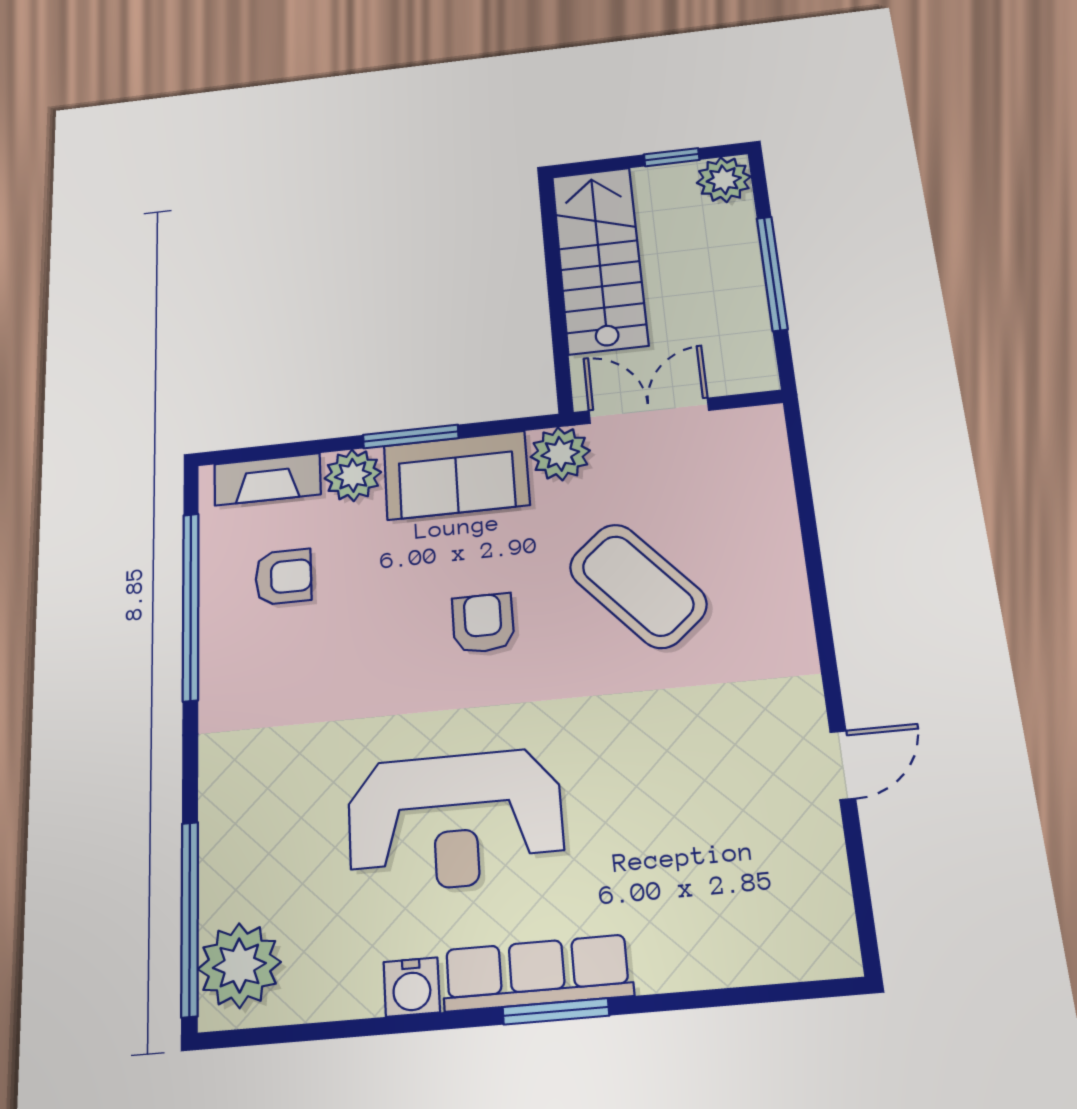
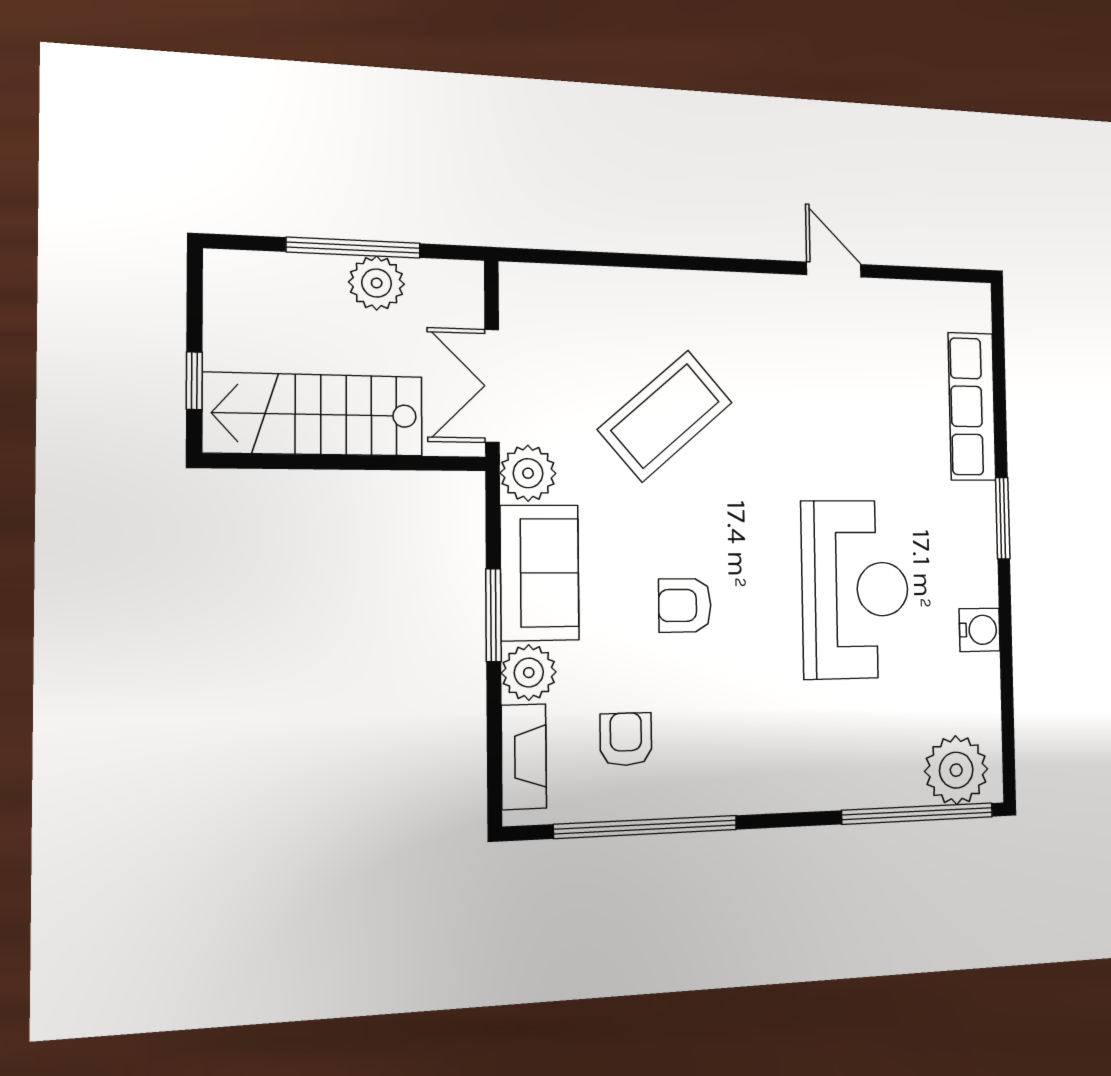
window: (672, 157) -> (194, 381), moved
plant: (724, 180) -> (377, 283), moved
armchair: (483, 623) -> (685, 605), moved
row of seats: (537, 973) -> (972, 406), moved

